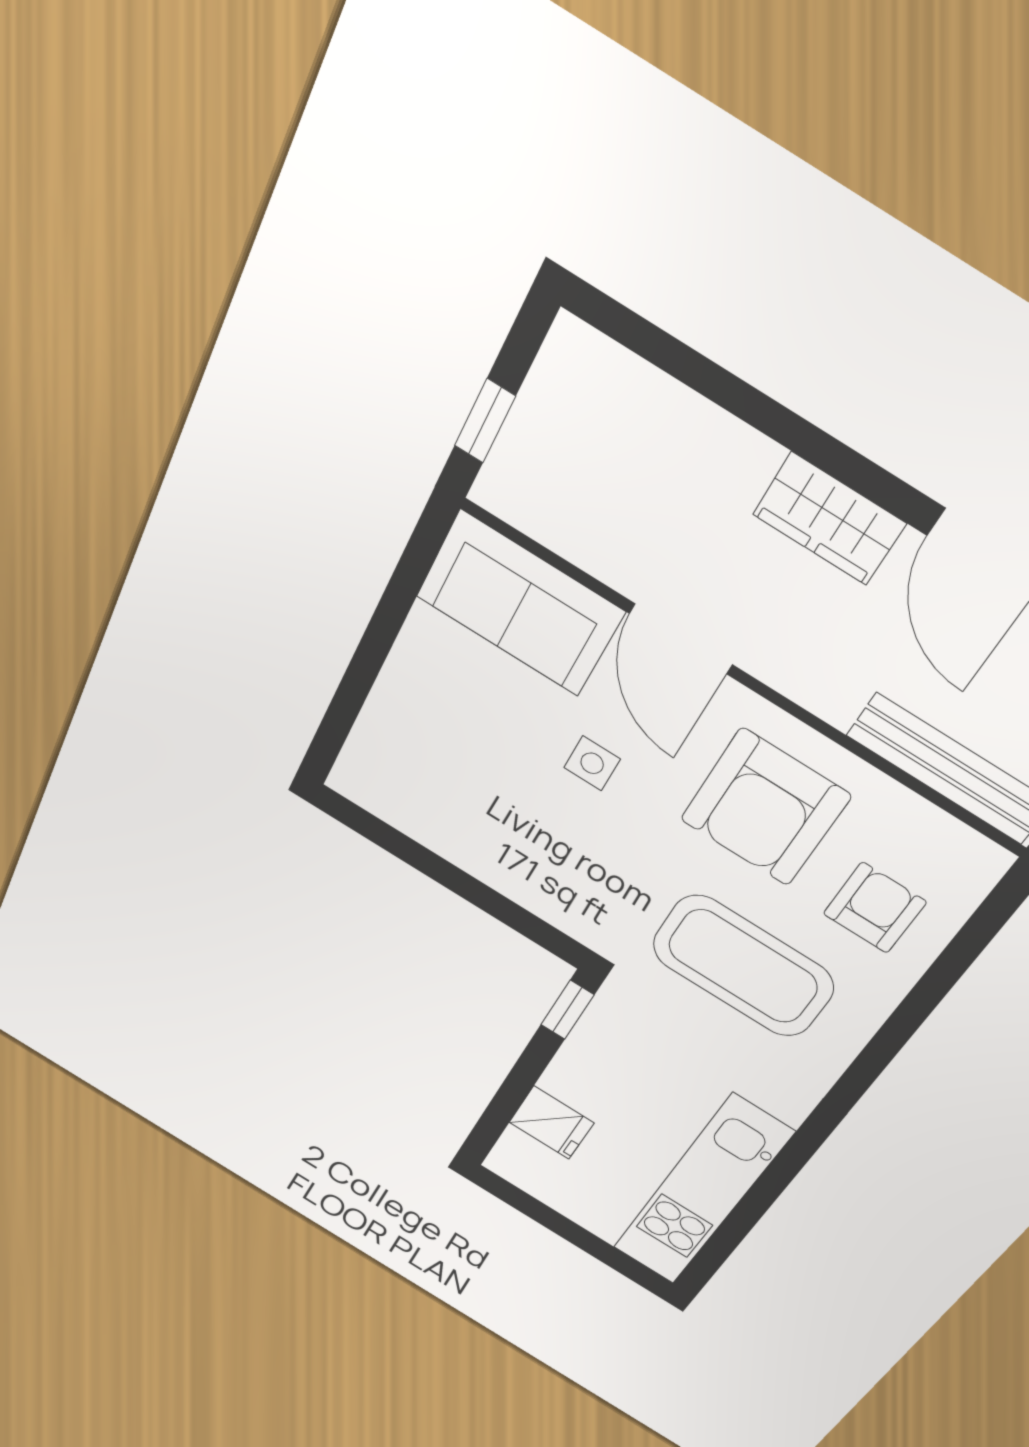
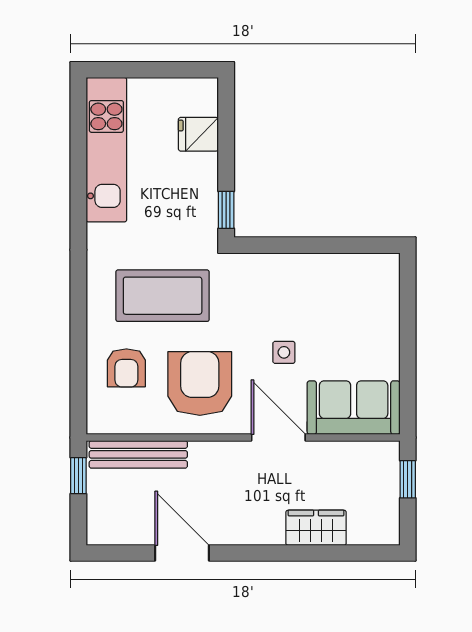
wardrobe: (829, 519) -> (316, 528), moved

